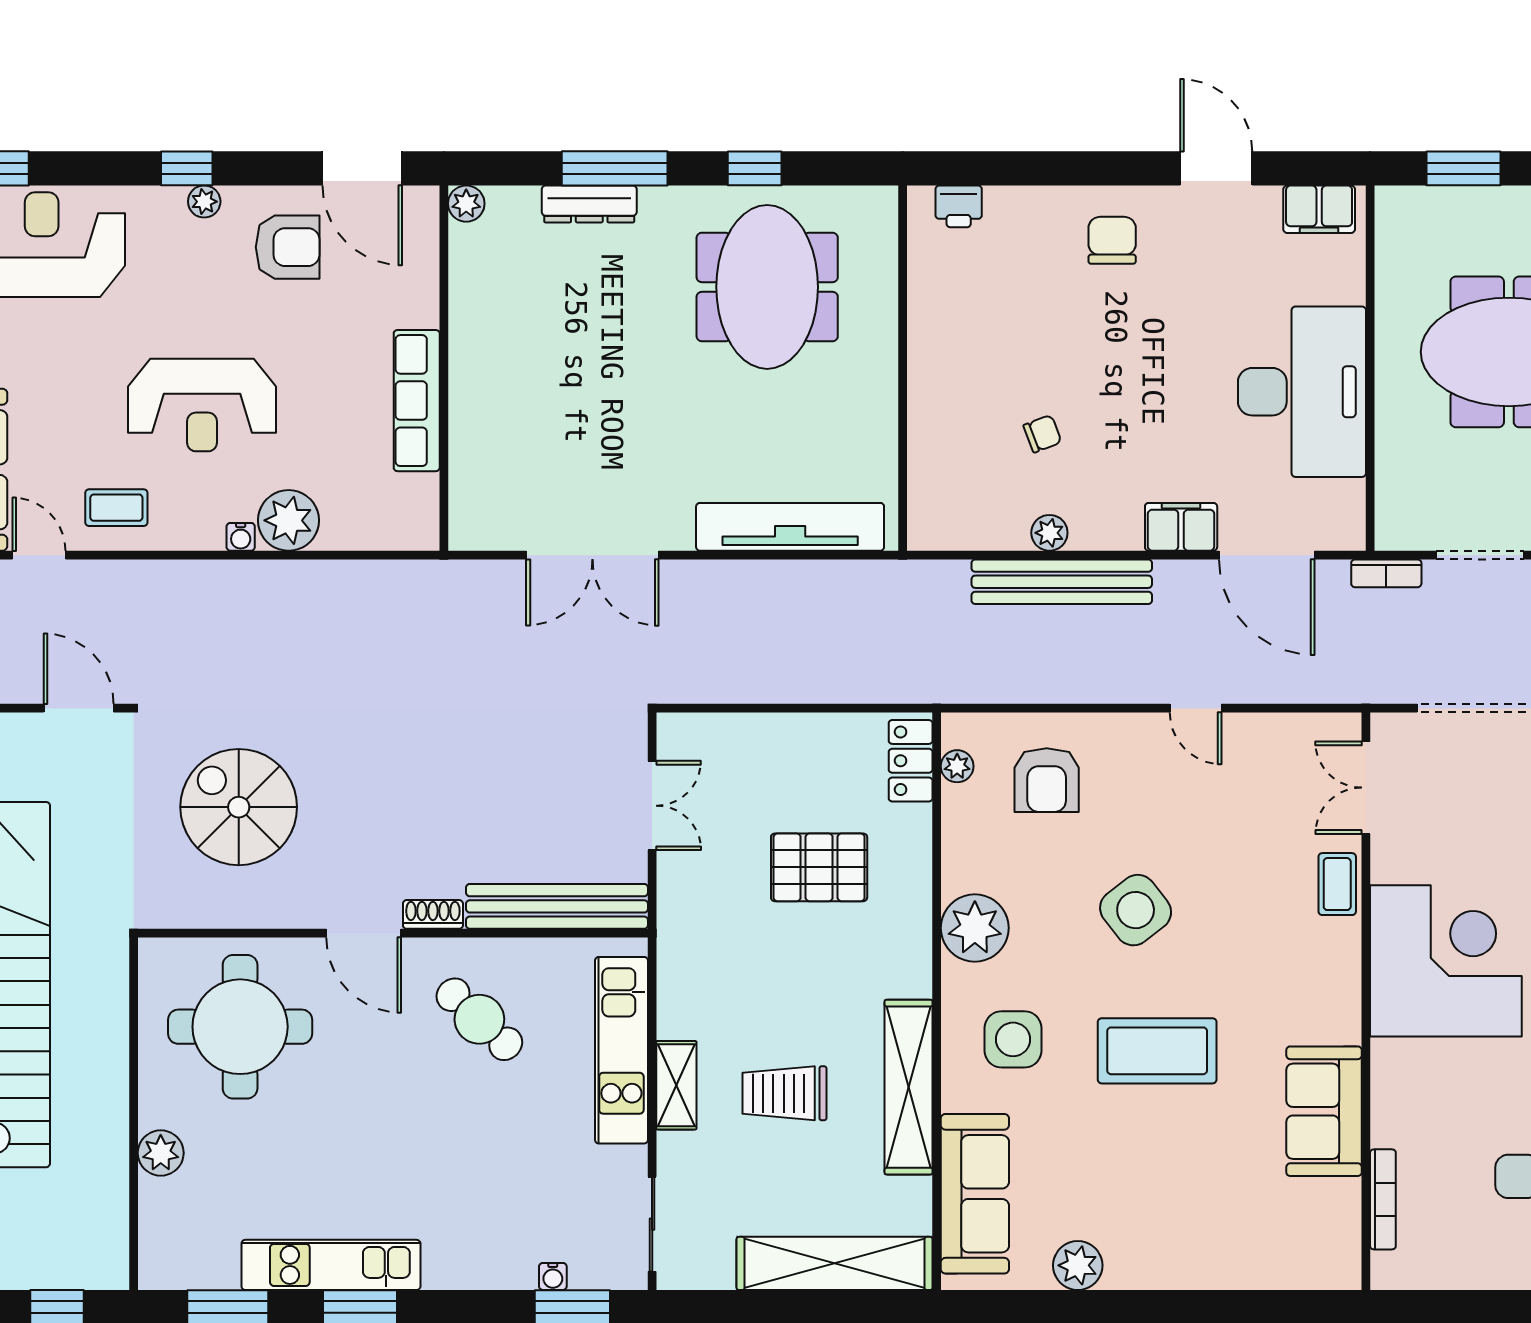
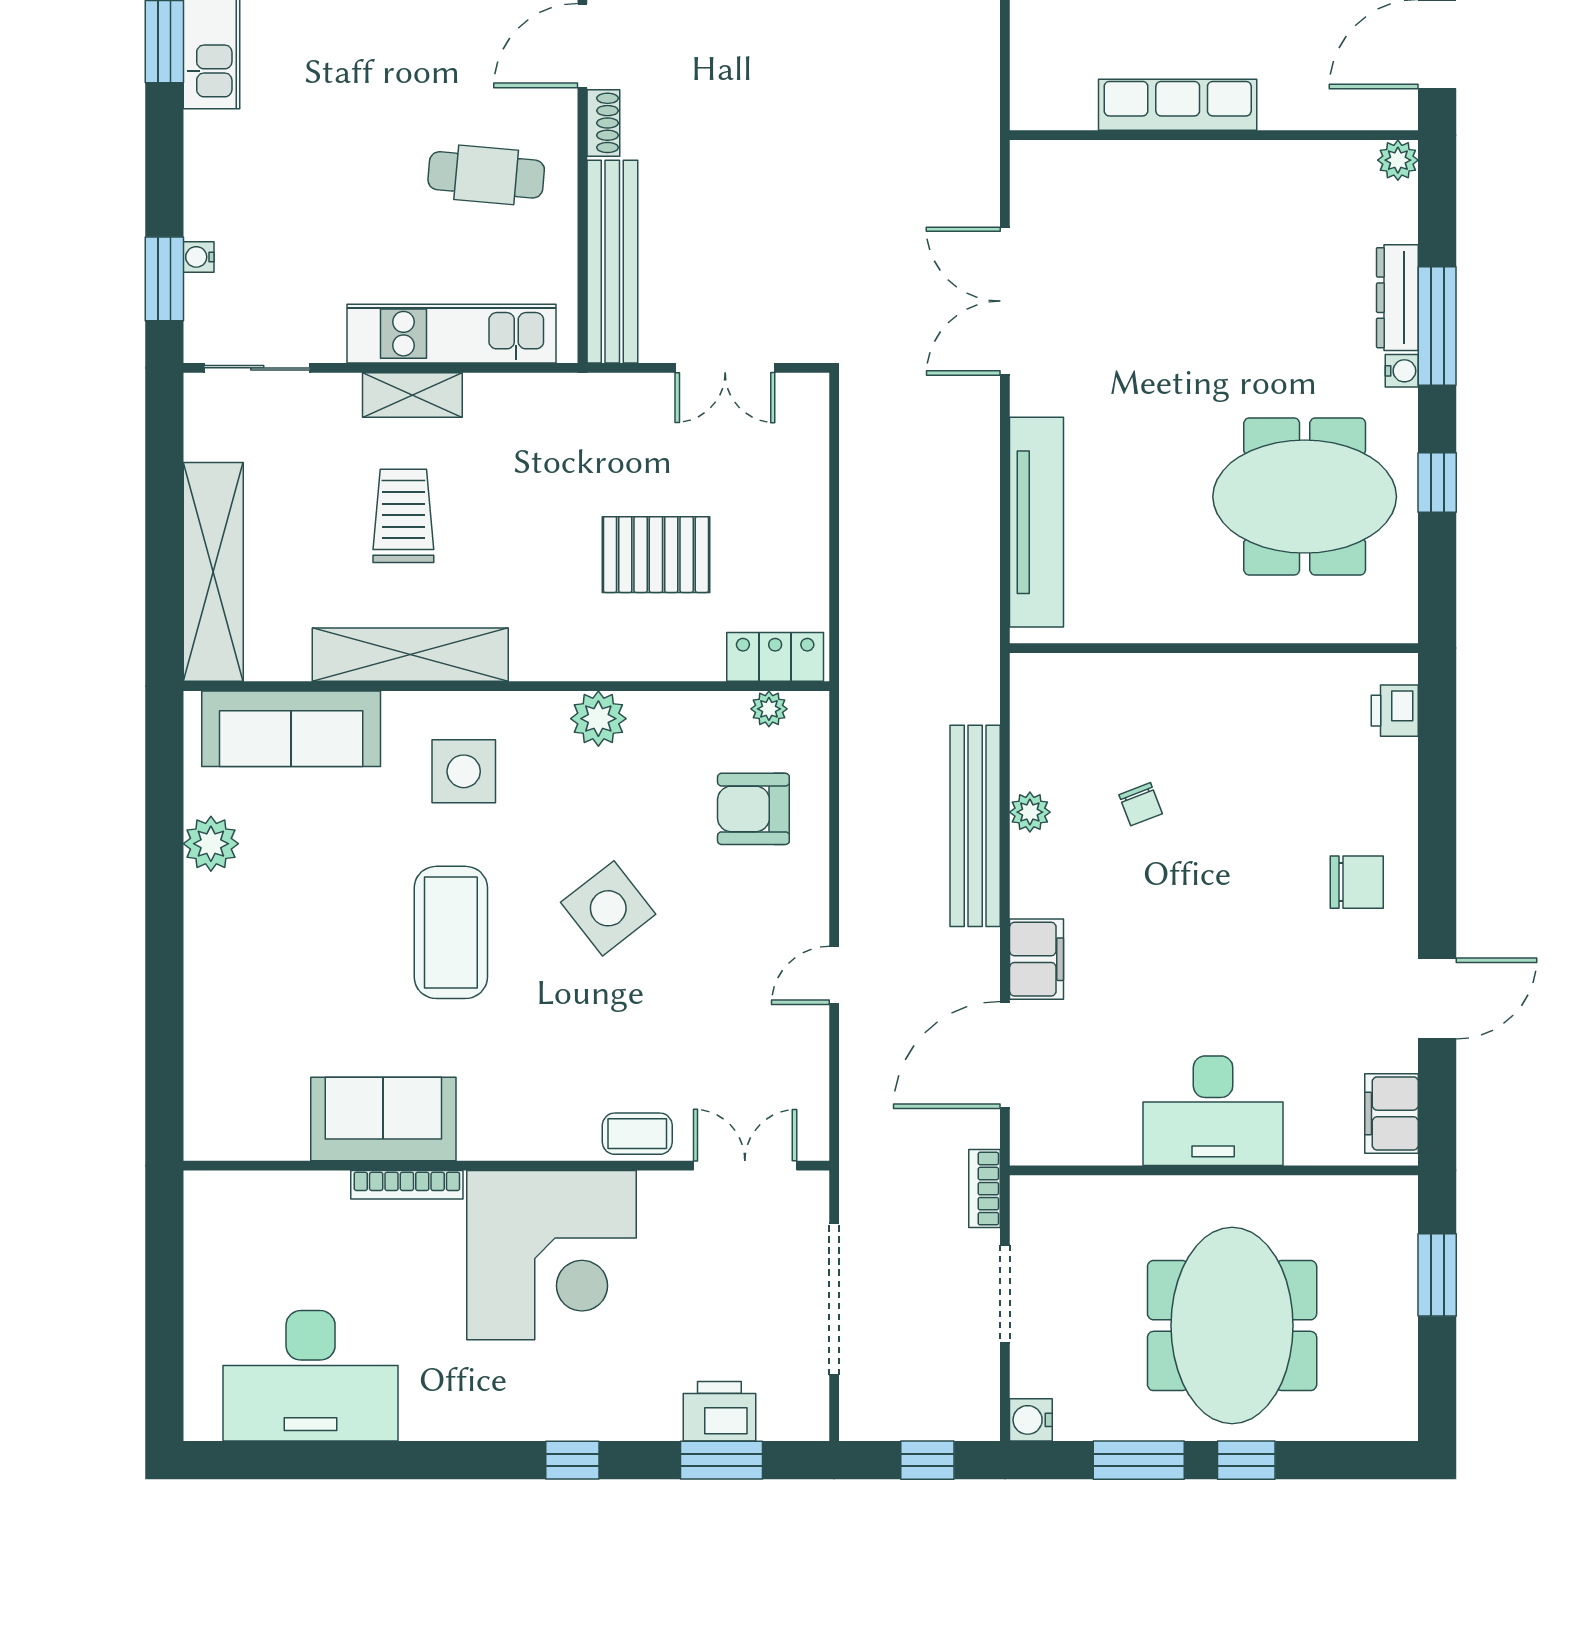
water cooler: (655, 200) -> (1402, 371), added
desk: (1302, 392) -> (1213, 1111), width x0.73, depth x0.77
pallet: (819, 867) -> (656, 555), turned 90
plant: (975, 928) -> (598, 719), width x0.73, depth x0.73
cafe table: (479, 1019) -> (486, 175), turned 52
bookcase: (1383, 1199) -> (407, 1185), moved

